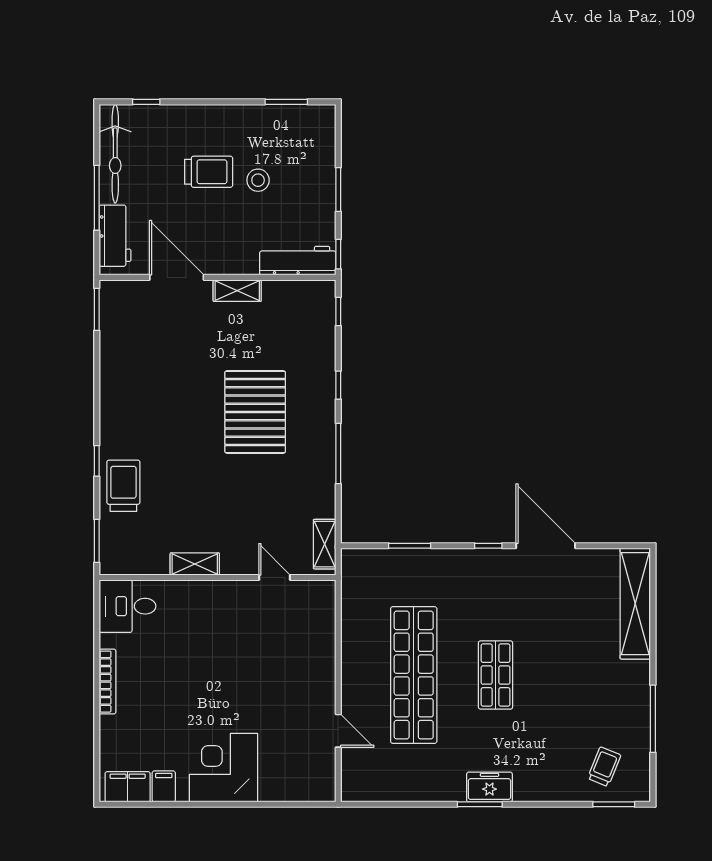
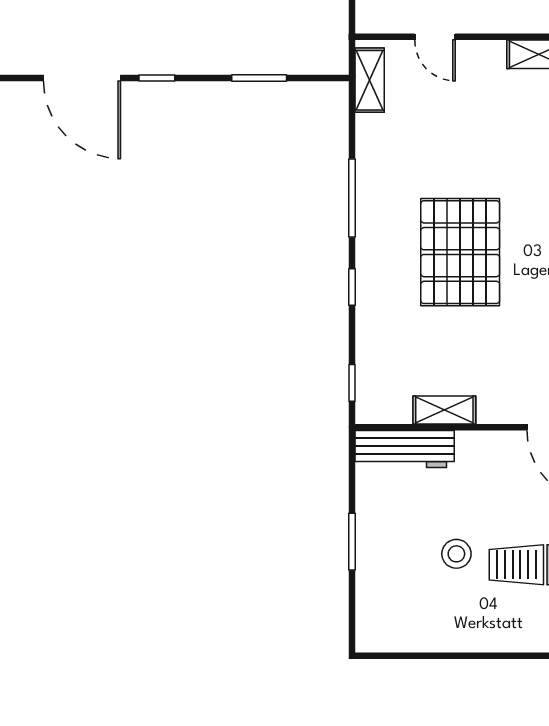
window: (286, 102) -> (420, 656), removed
window: (338, 254) -> (352, 458), removed
shelving: (237, 291) -> (444, 410), moved

